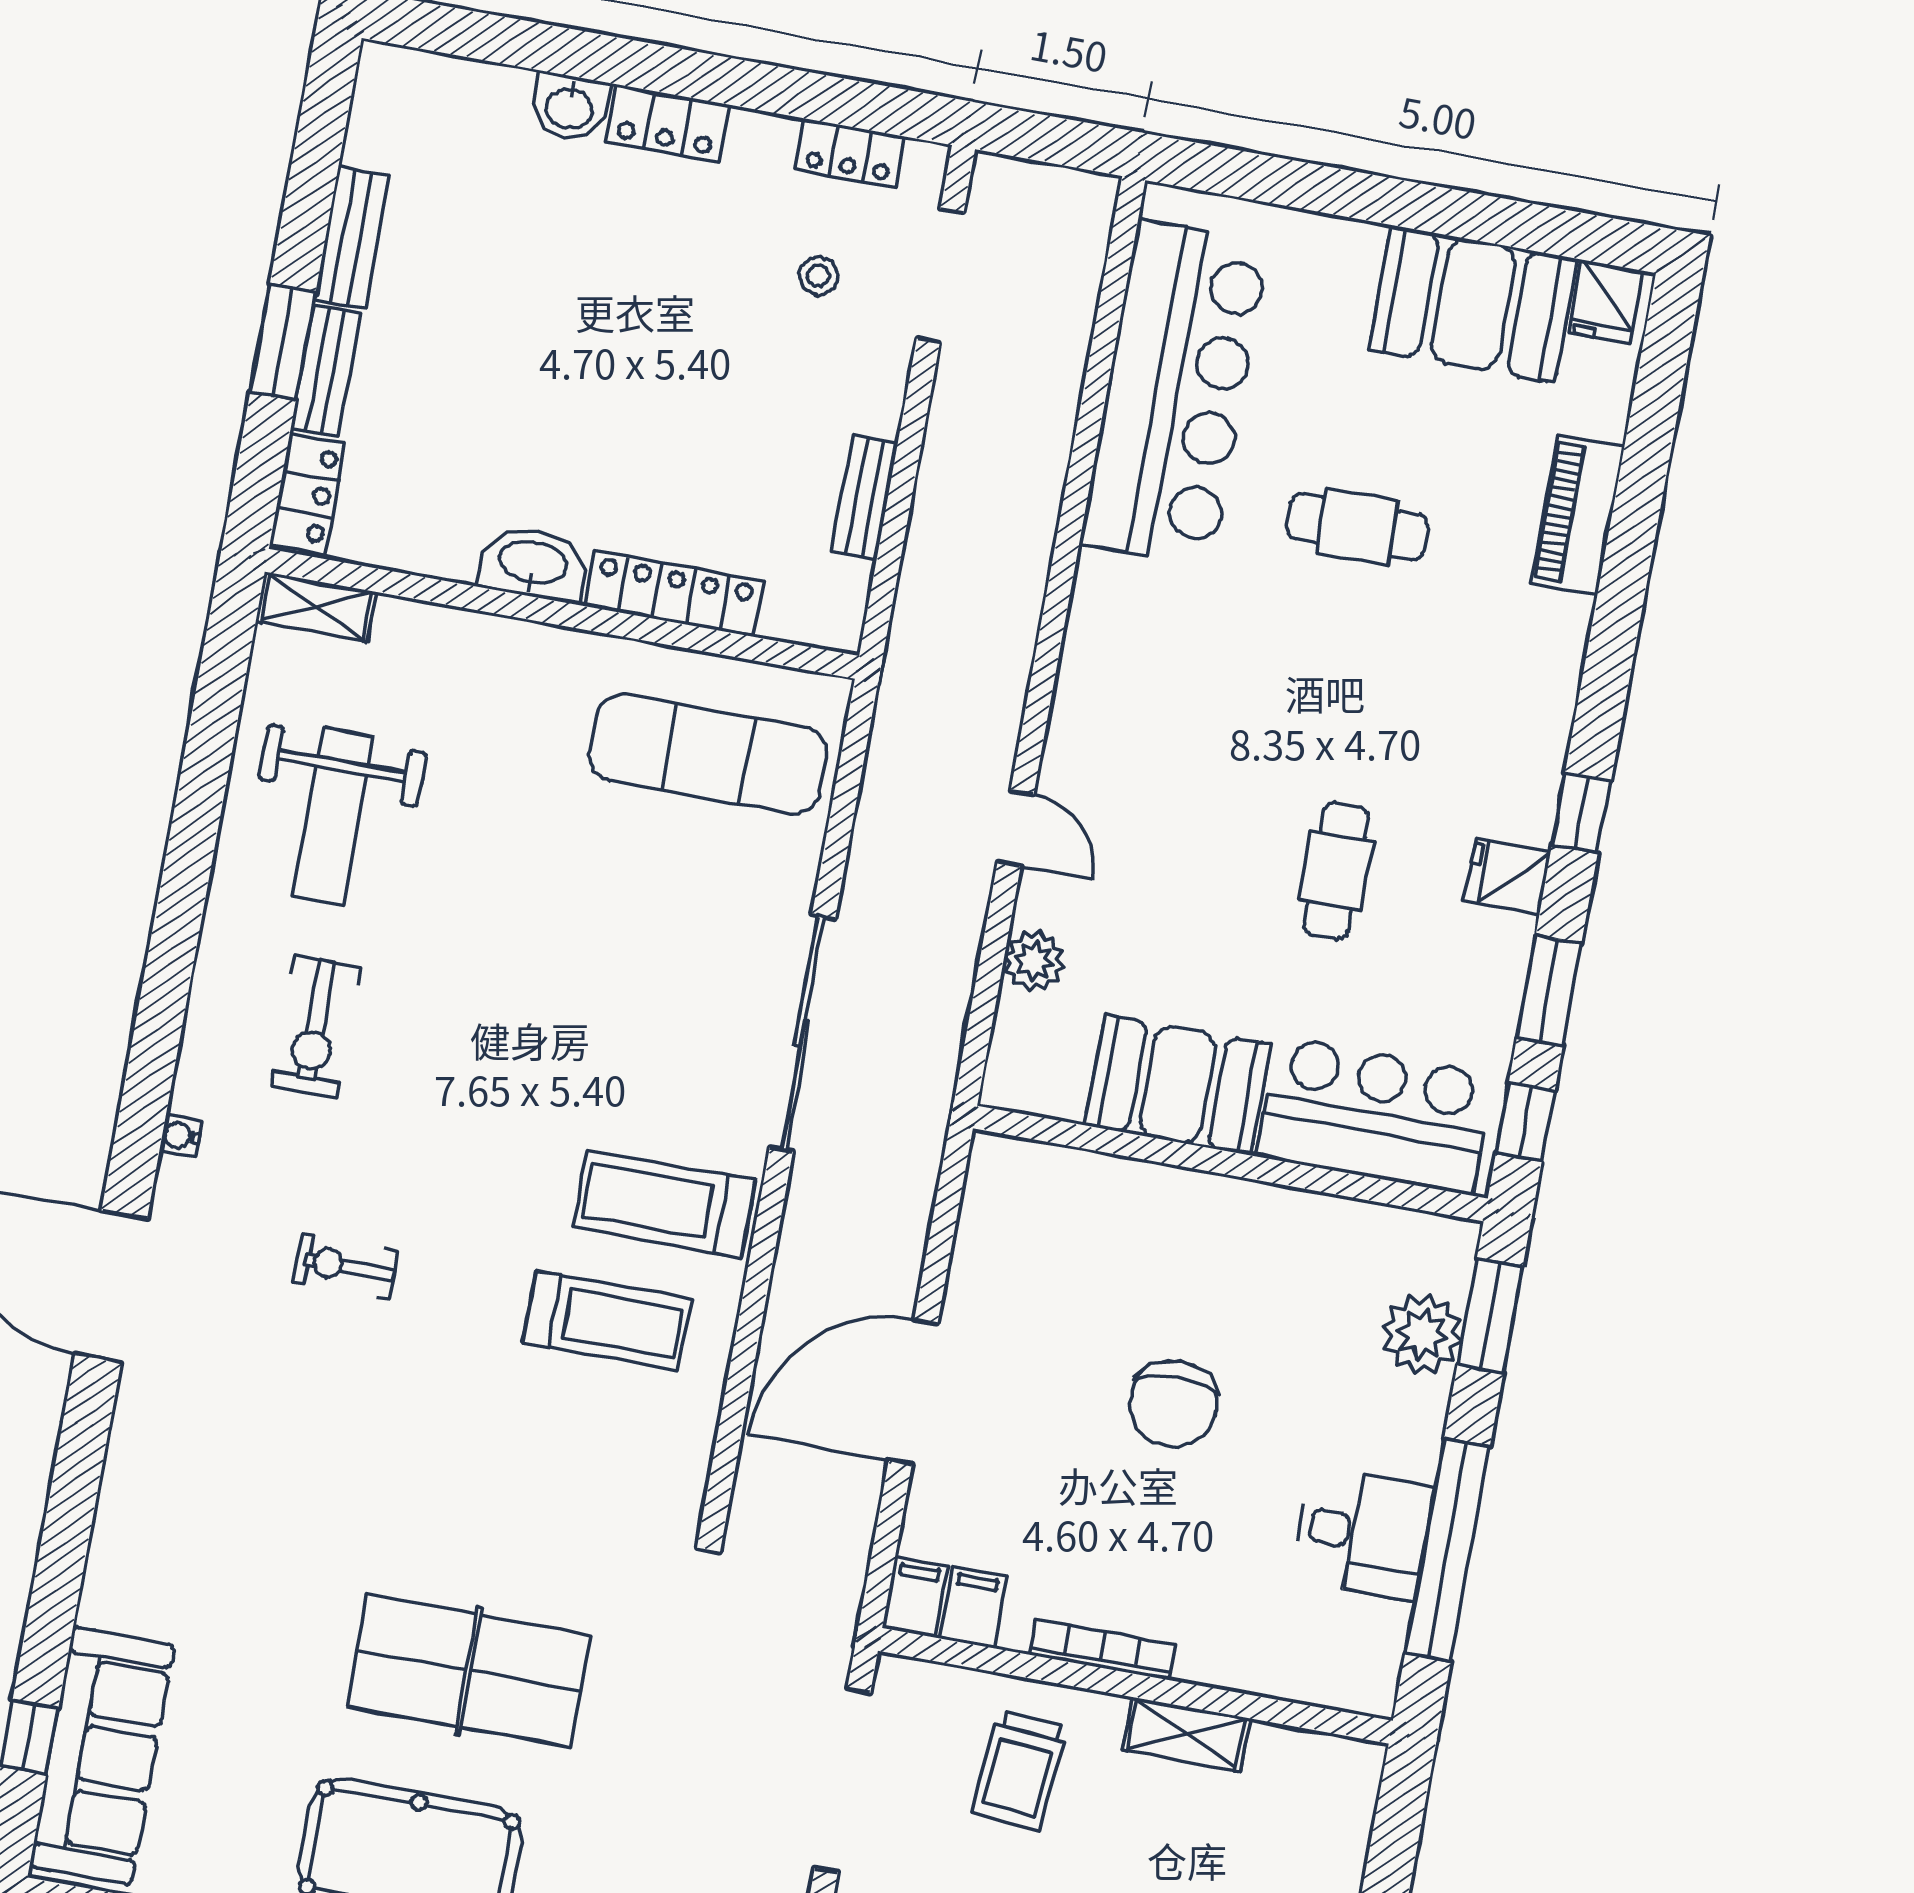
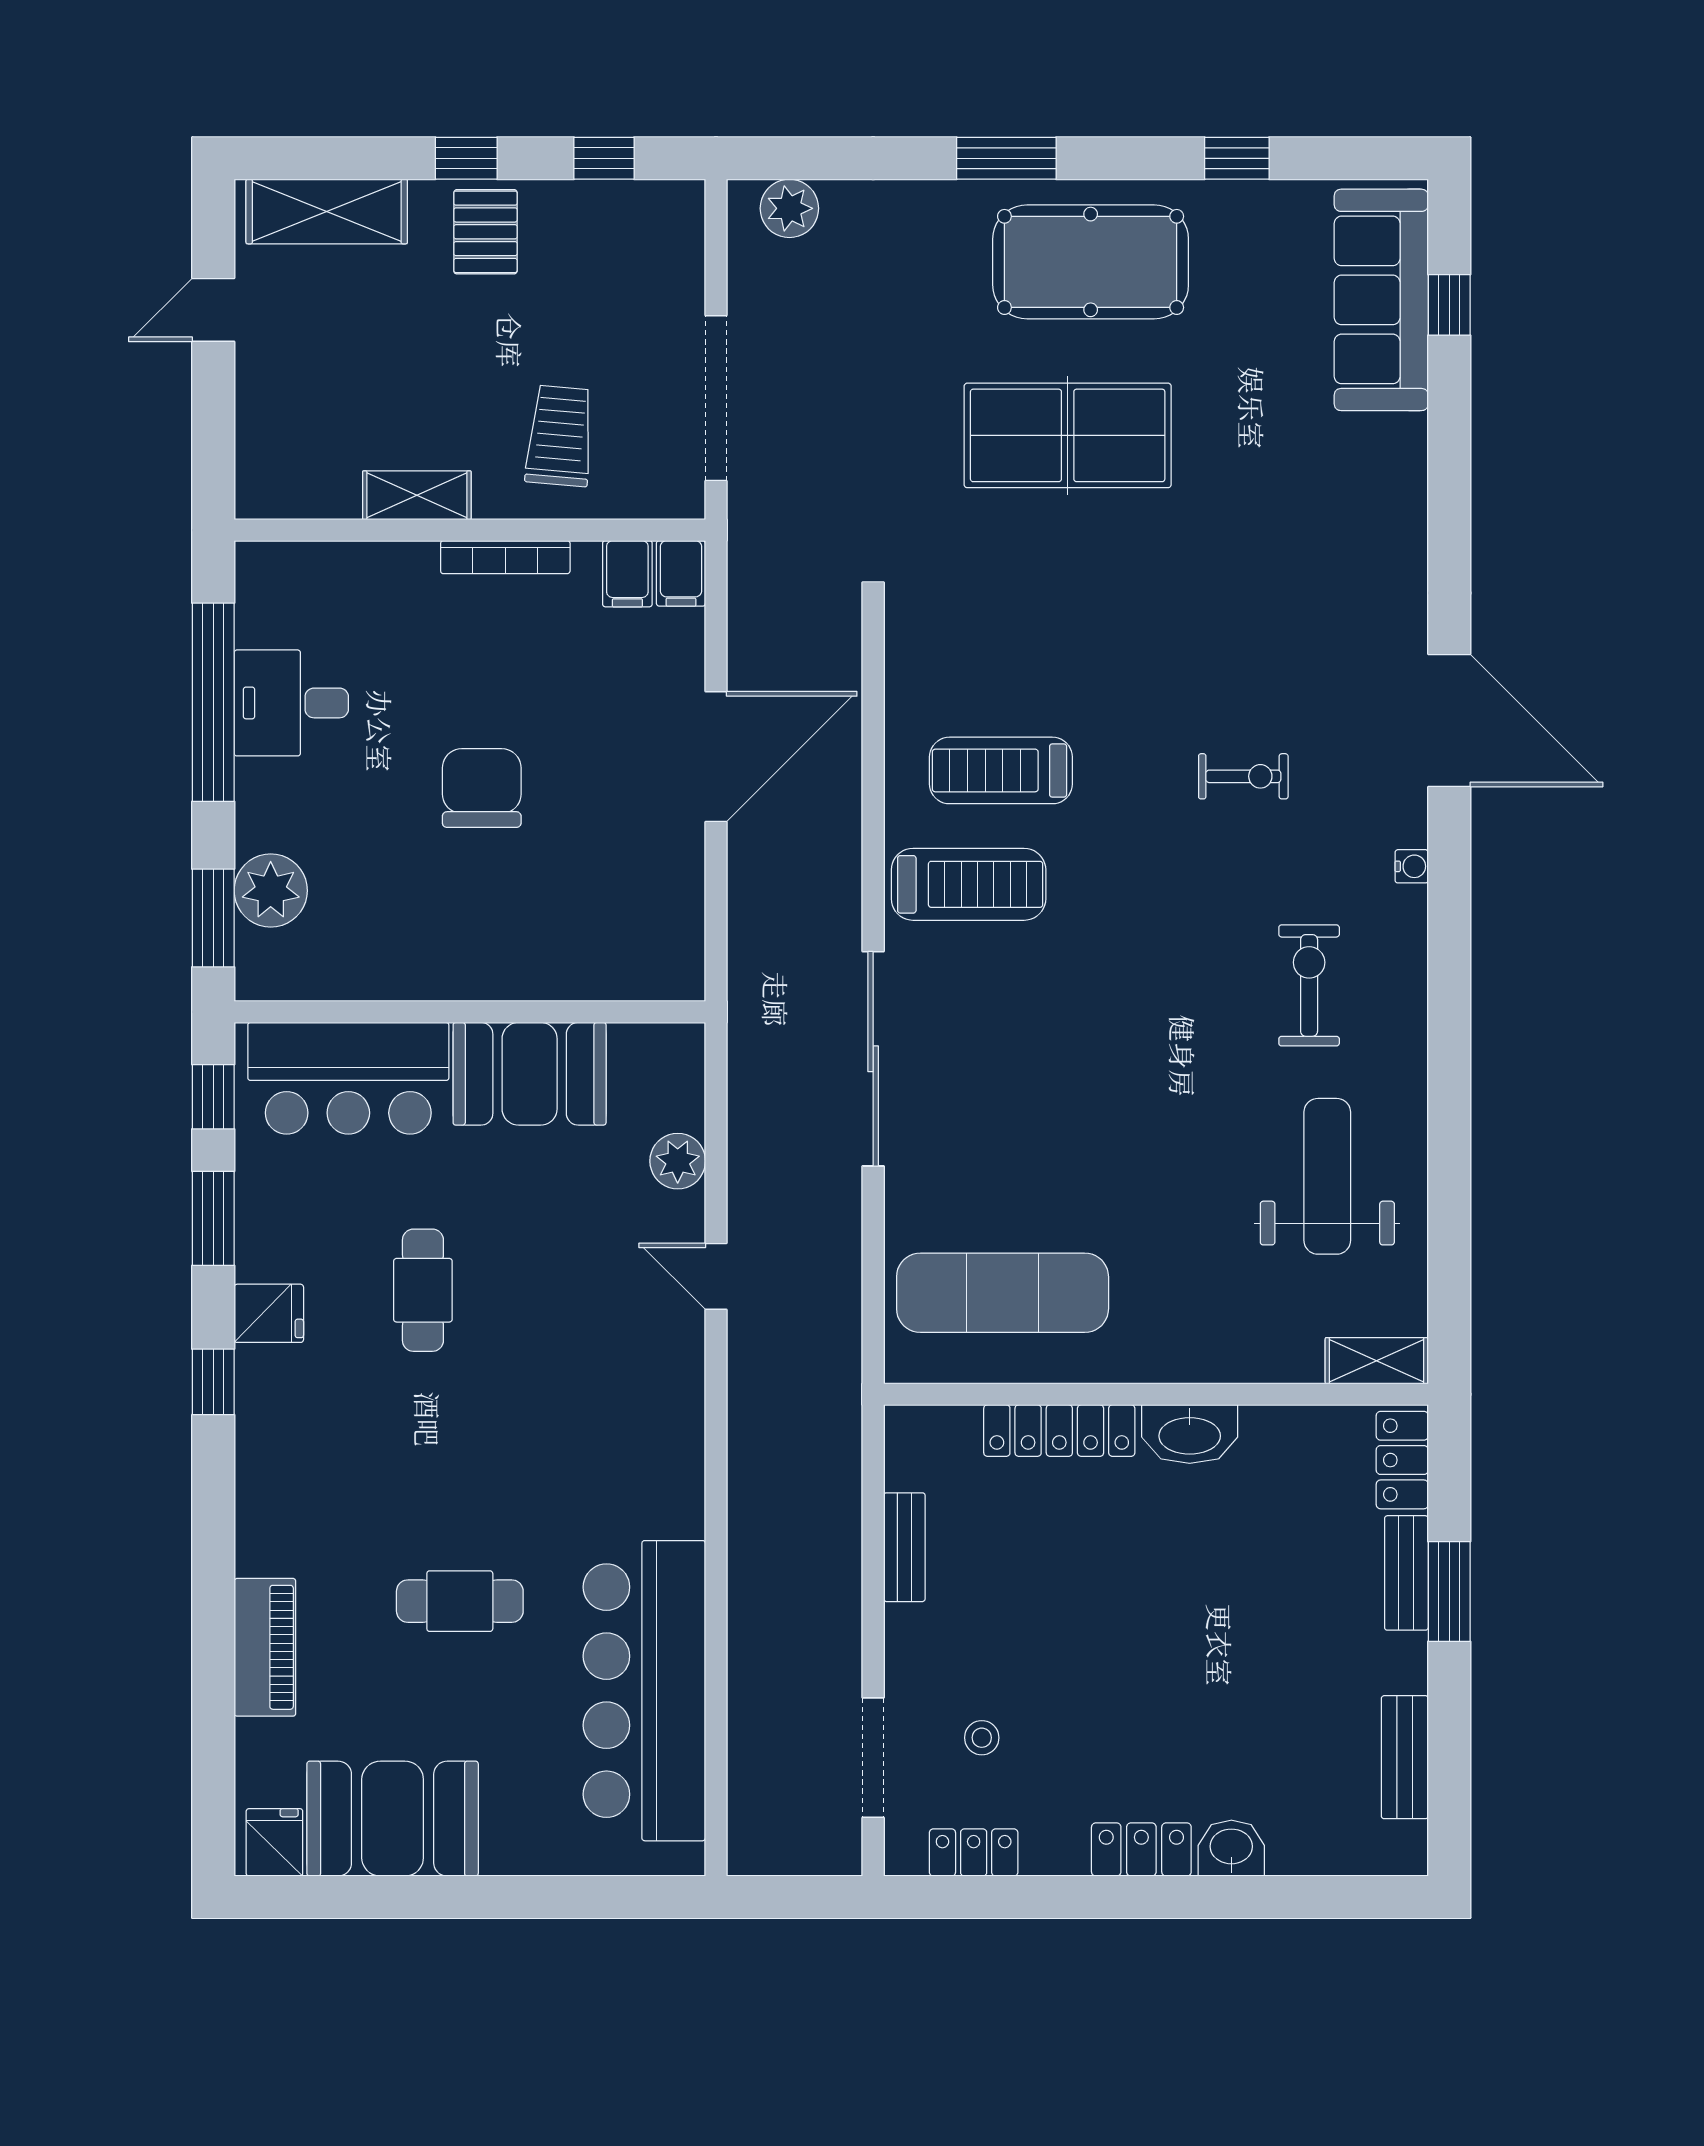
bench: (352, 238) -> (1405, 1757), moved

